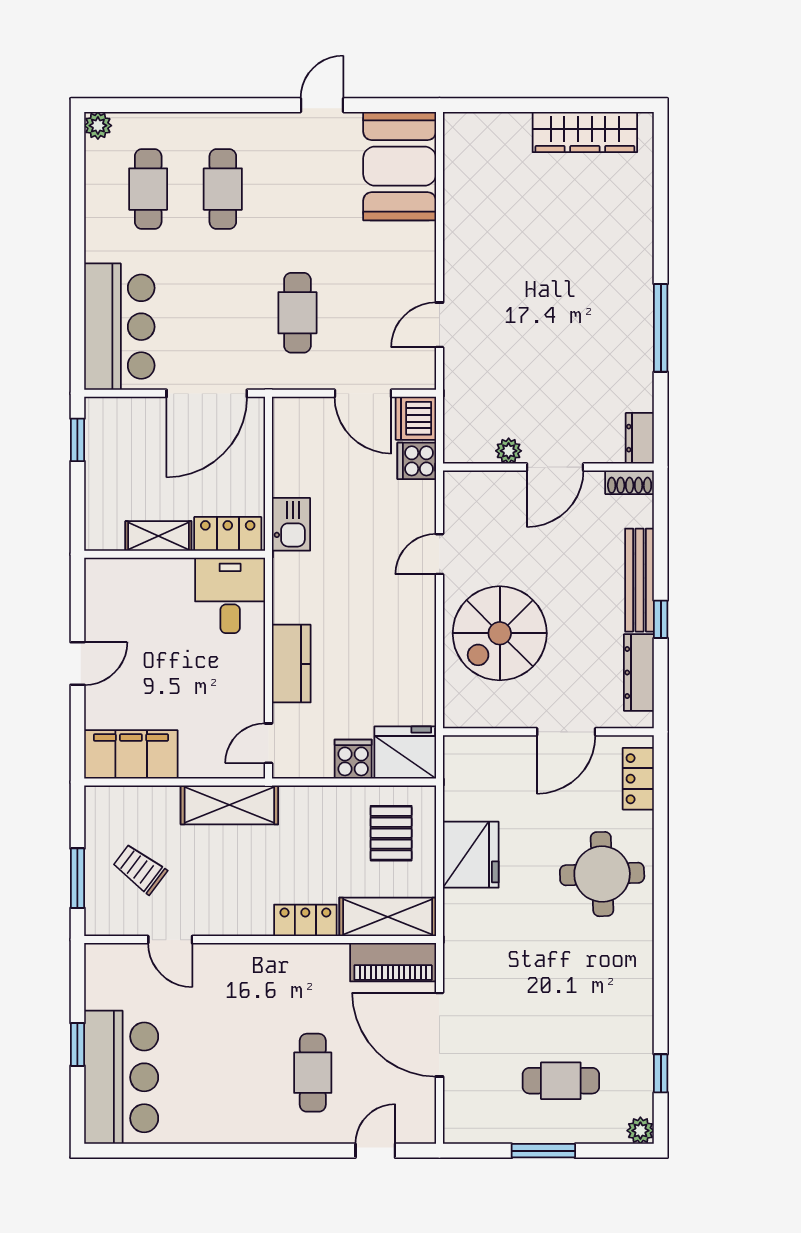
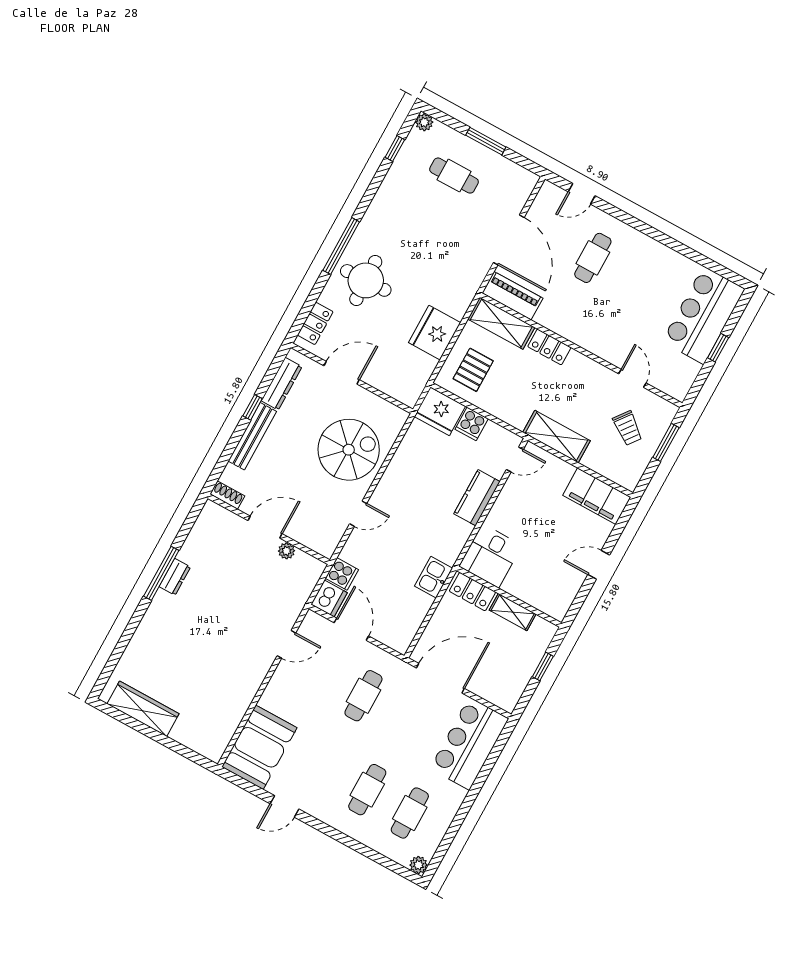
dresser: (640, 438) -> (175, 577), moved
window: (77, 440) -> (543, 666), moved
window: (661, 902) -> (341, 246), added

